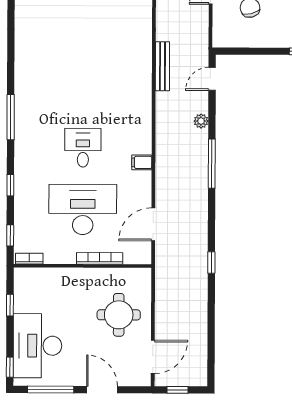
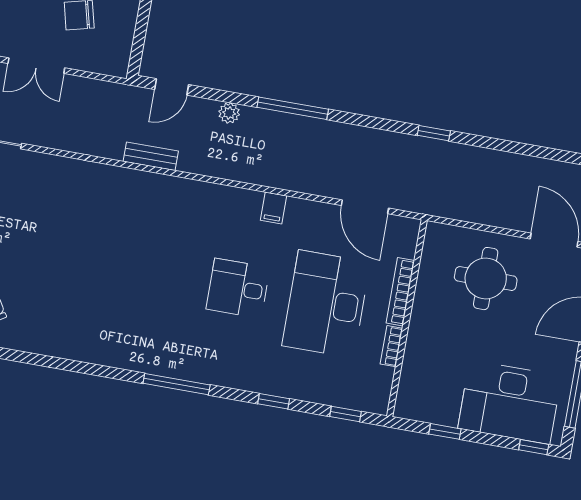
bench: (162, 66) -> (151, 156), width x0.73
door: (212, 79) -> (172, 87), hinge flipped
bookcase: (29, 259) -> (391, 346), moved

